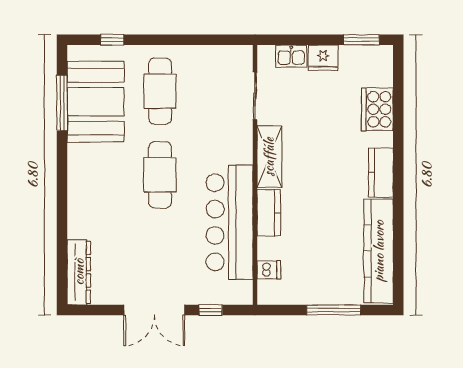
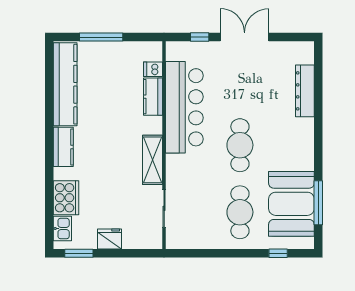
kitchen sink: (291, 56) -> (62, 229), moved, turned 90
kitchen counter: (269, 213) -> (153, 97), moved
dresser: (79, 272) -> (305, 91), moved

